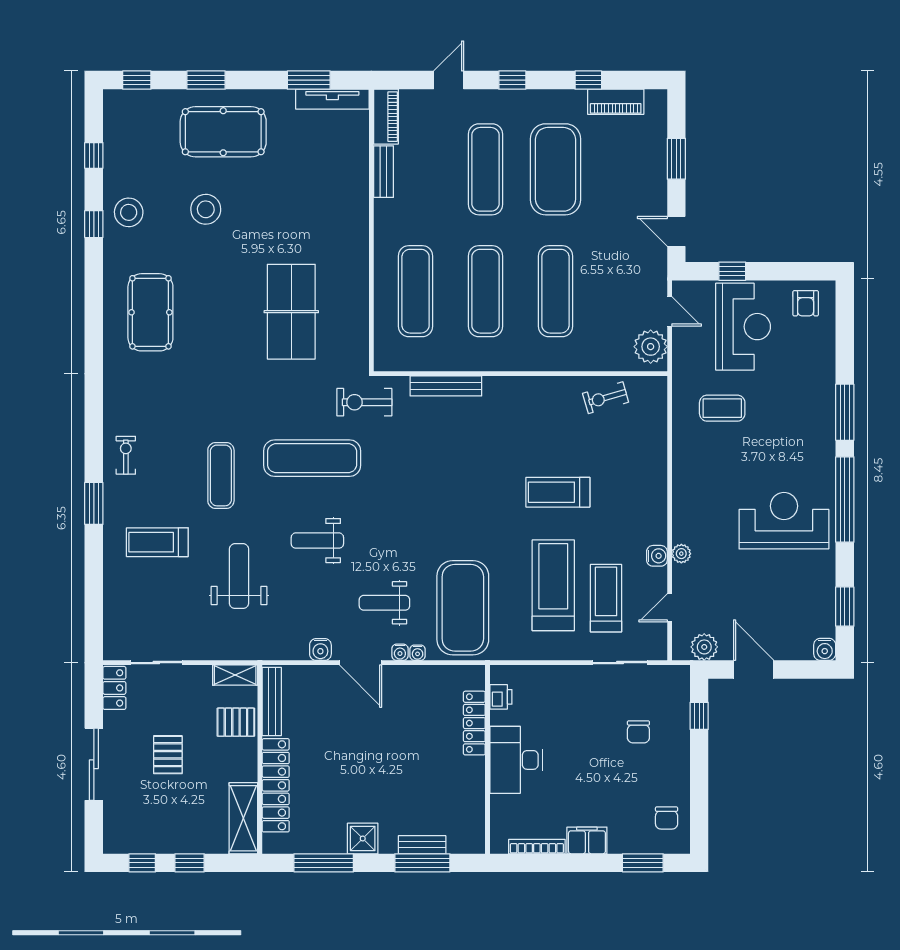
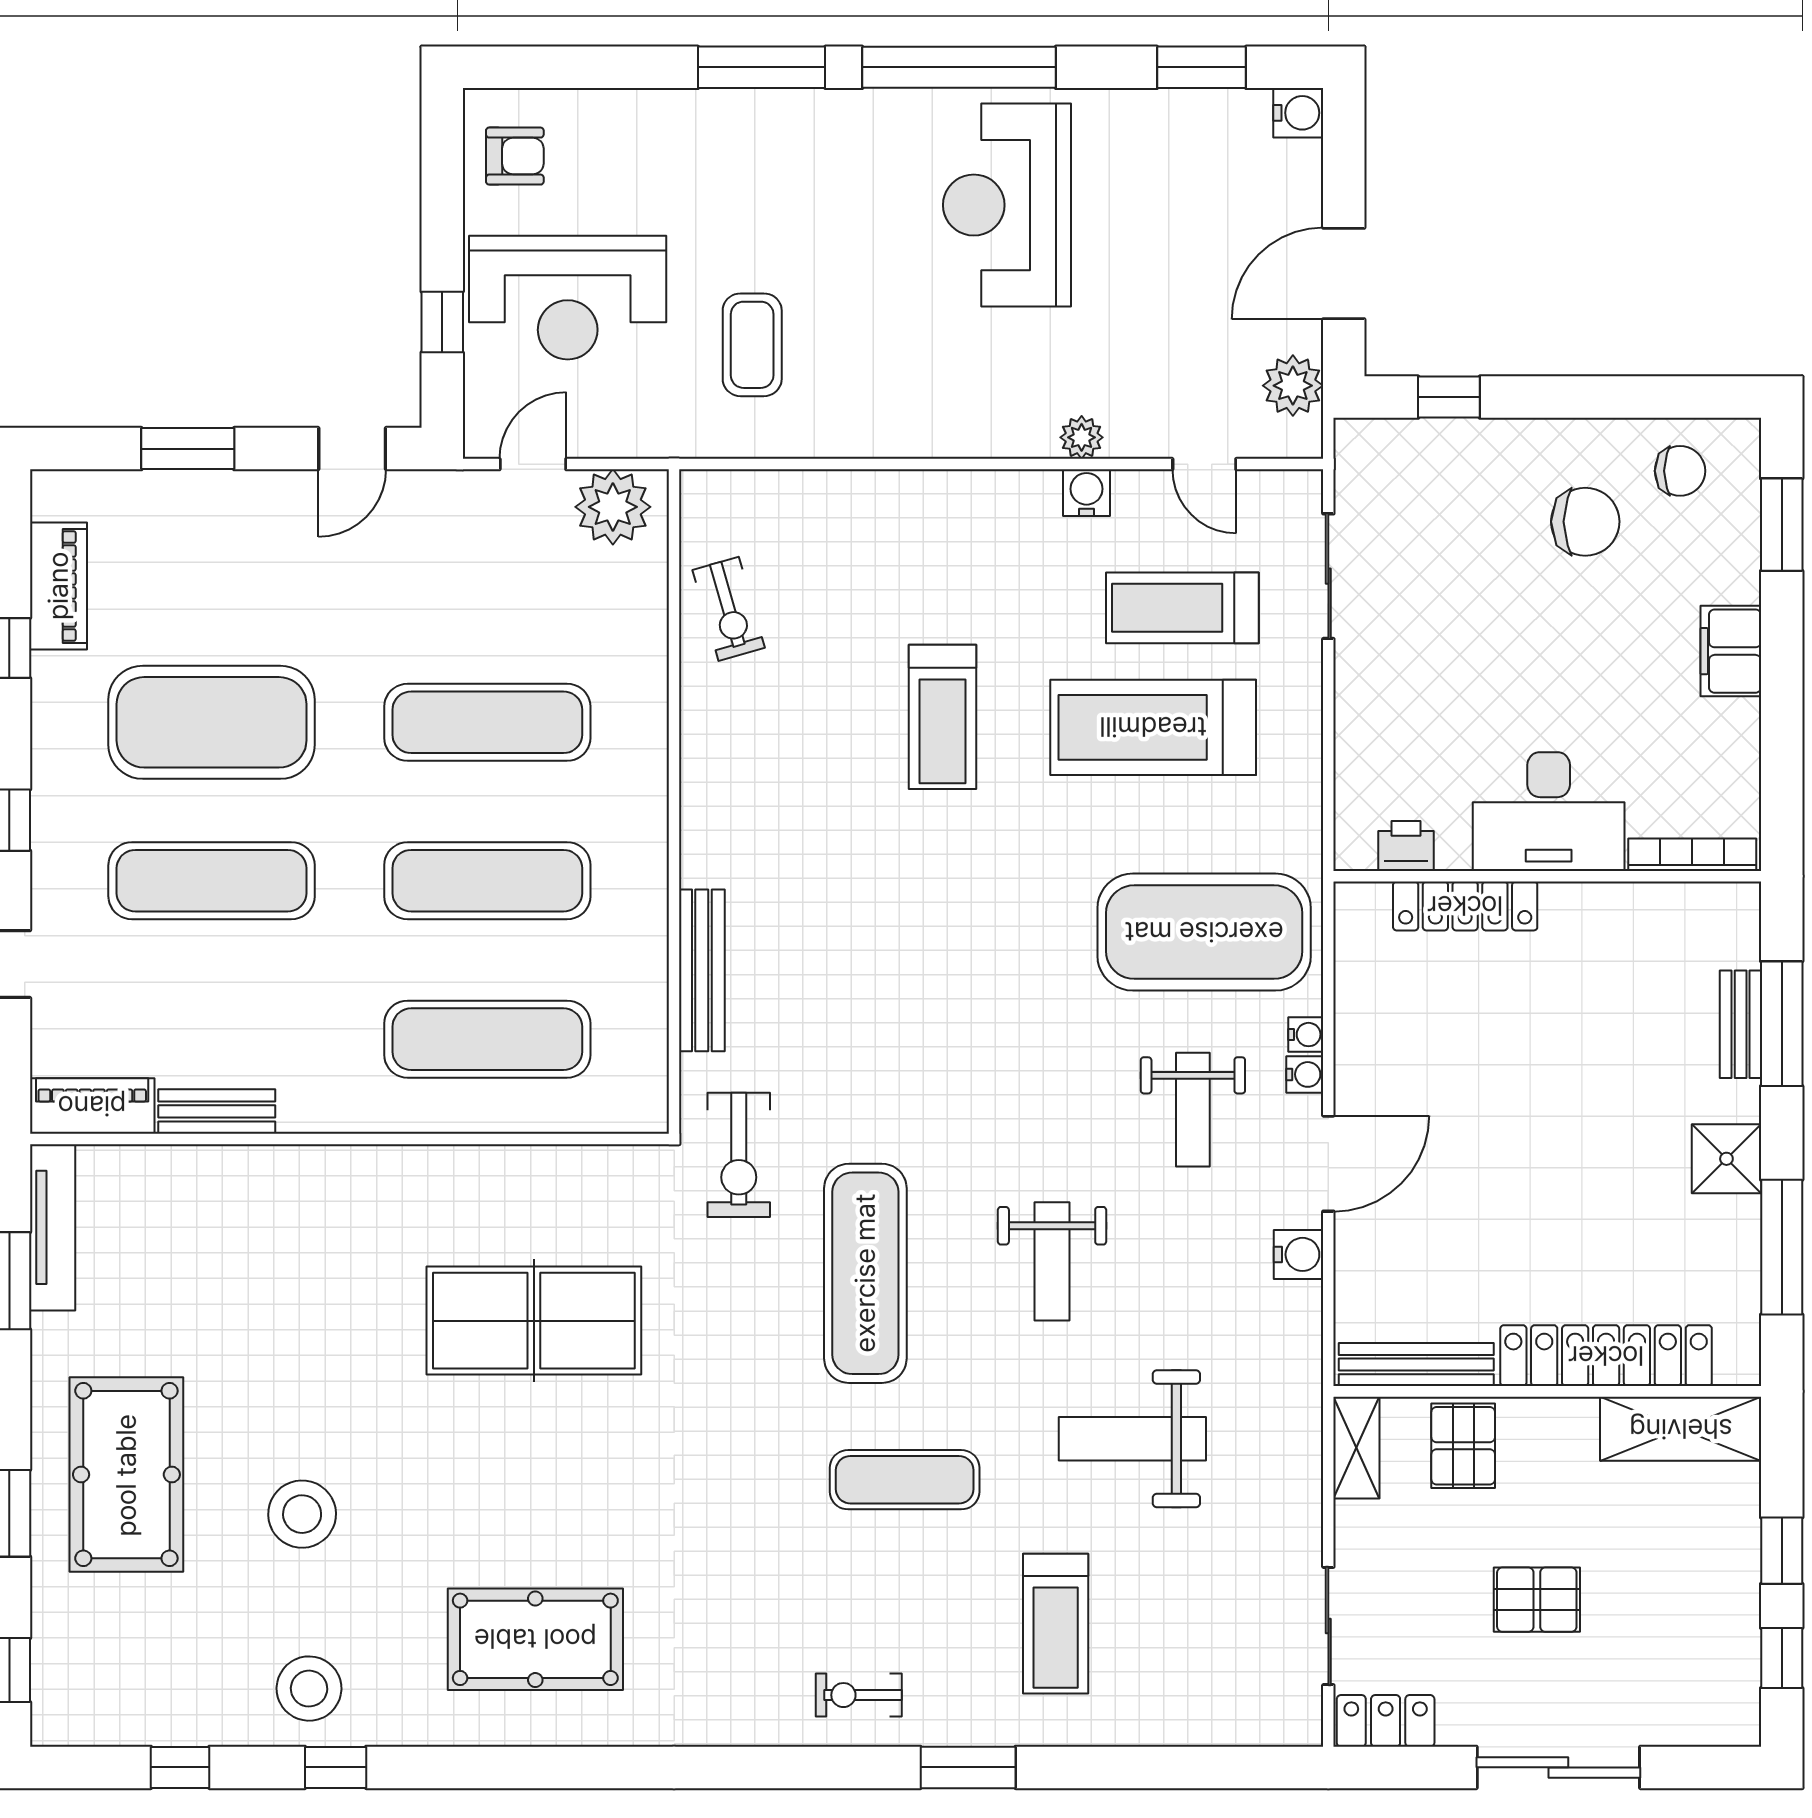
reception desk: (743, 327) -> (568, 298), turned 180
chair: (638, 732) -> (1585, 522), moved, width x1.37, depth x1.37
bookcase: (537, 847) -> (1692, 855), moved, turned 90

